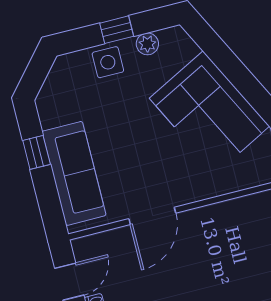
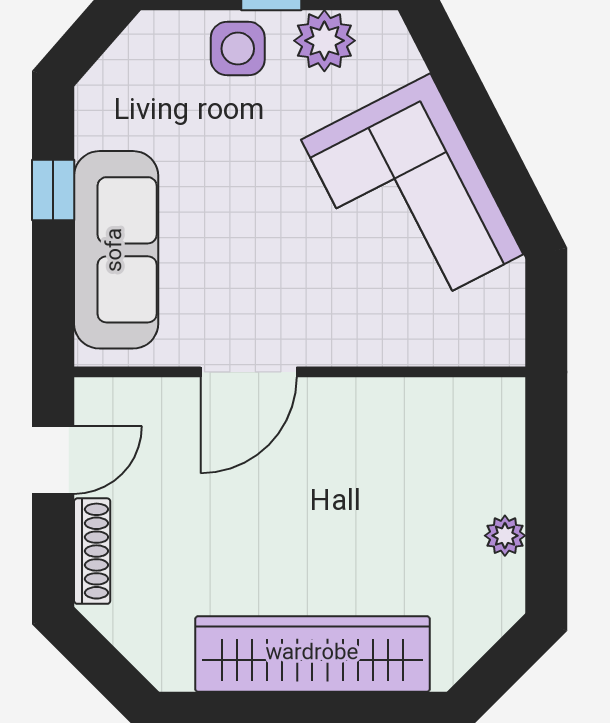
plant: (147, 44) -> (324, 41), width x1.38, depth x1.38

